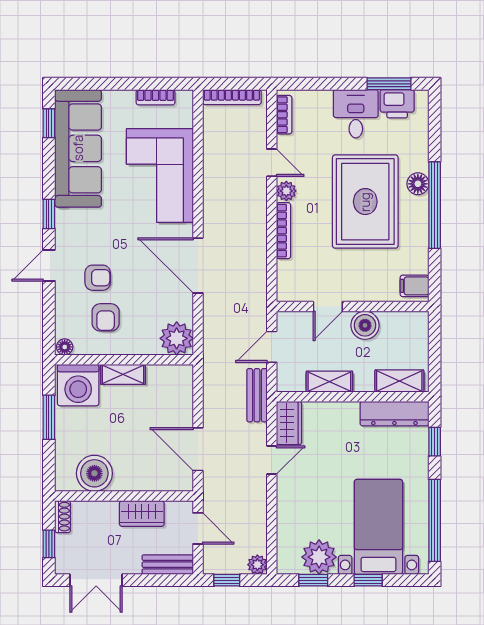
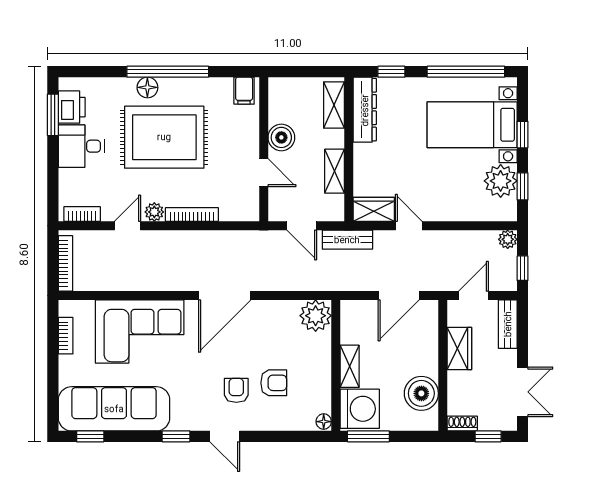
plant: (177, 338) -> (316, 316), moved
floor lamp: (65, 347) -> (324, 422), moved
wall: (124, 360) -> (336, 365), moved
shelving: (123, 374) -> (350, 366), moved
washing machine: (78, 385) -> (360, 409), moved

